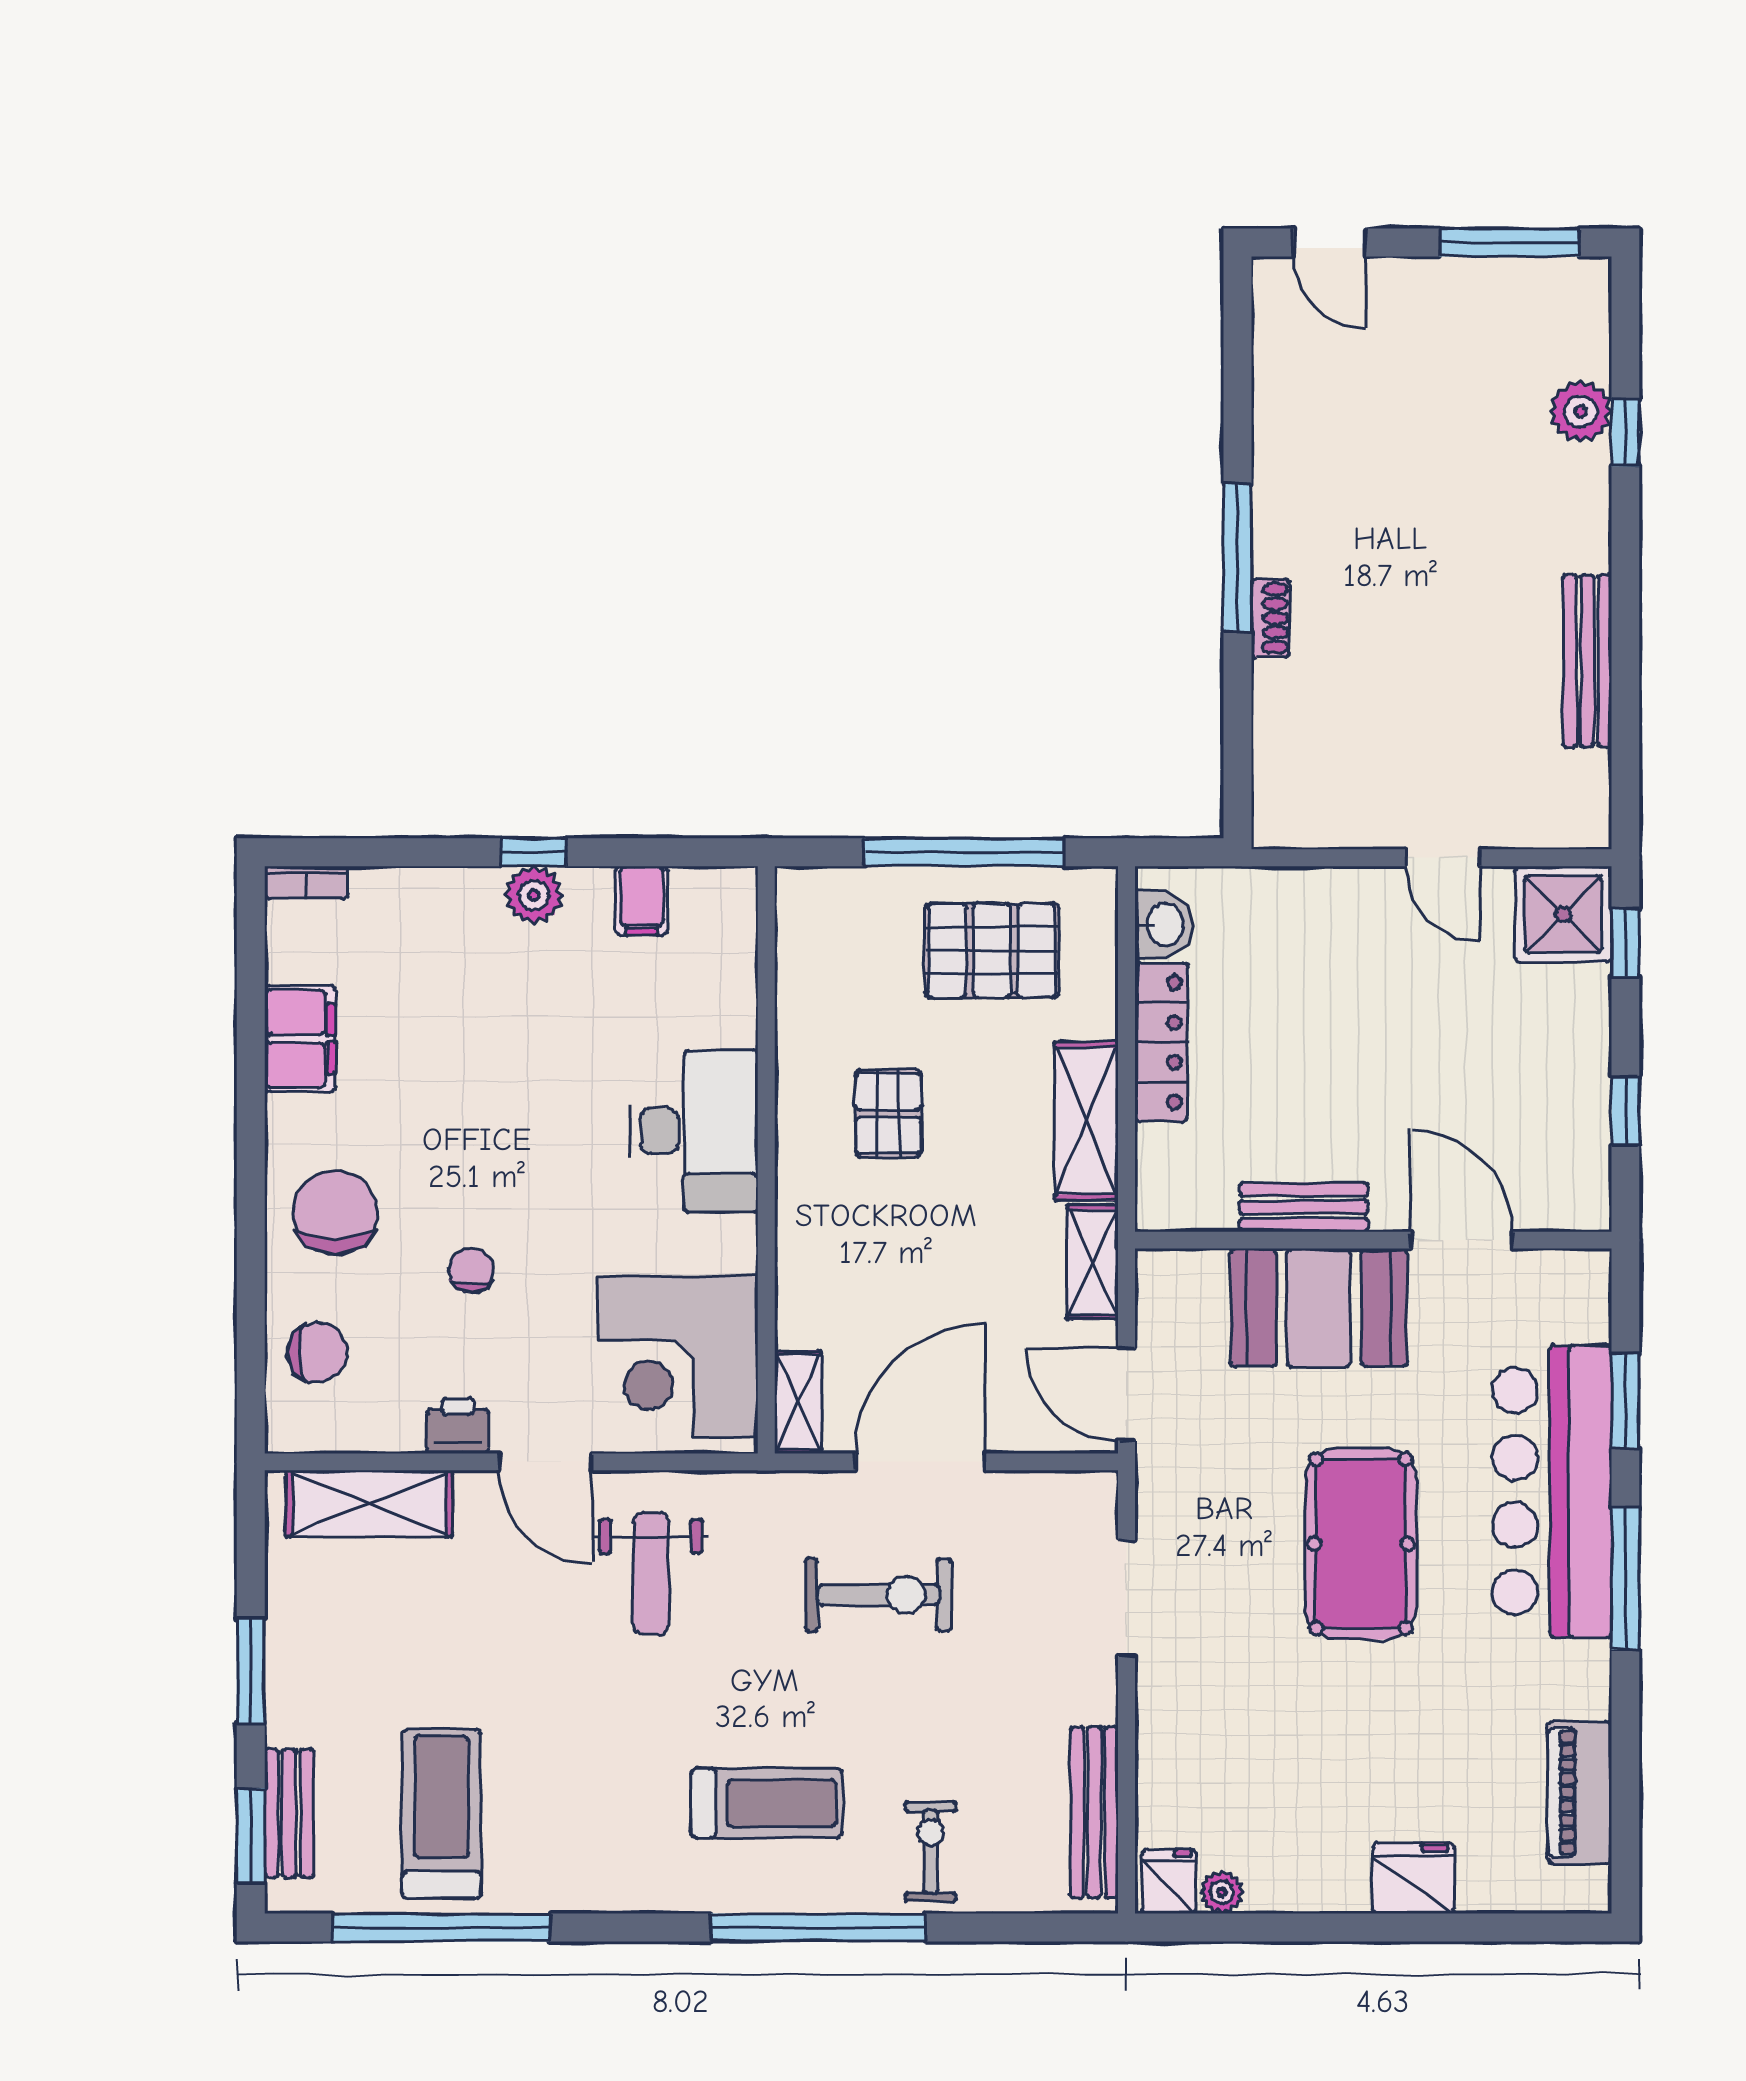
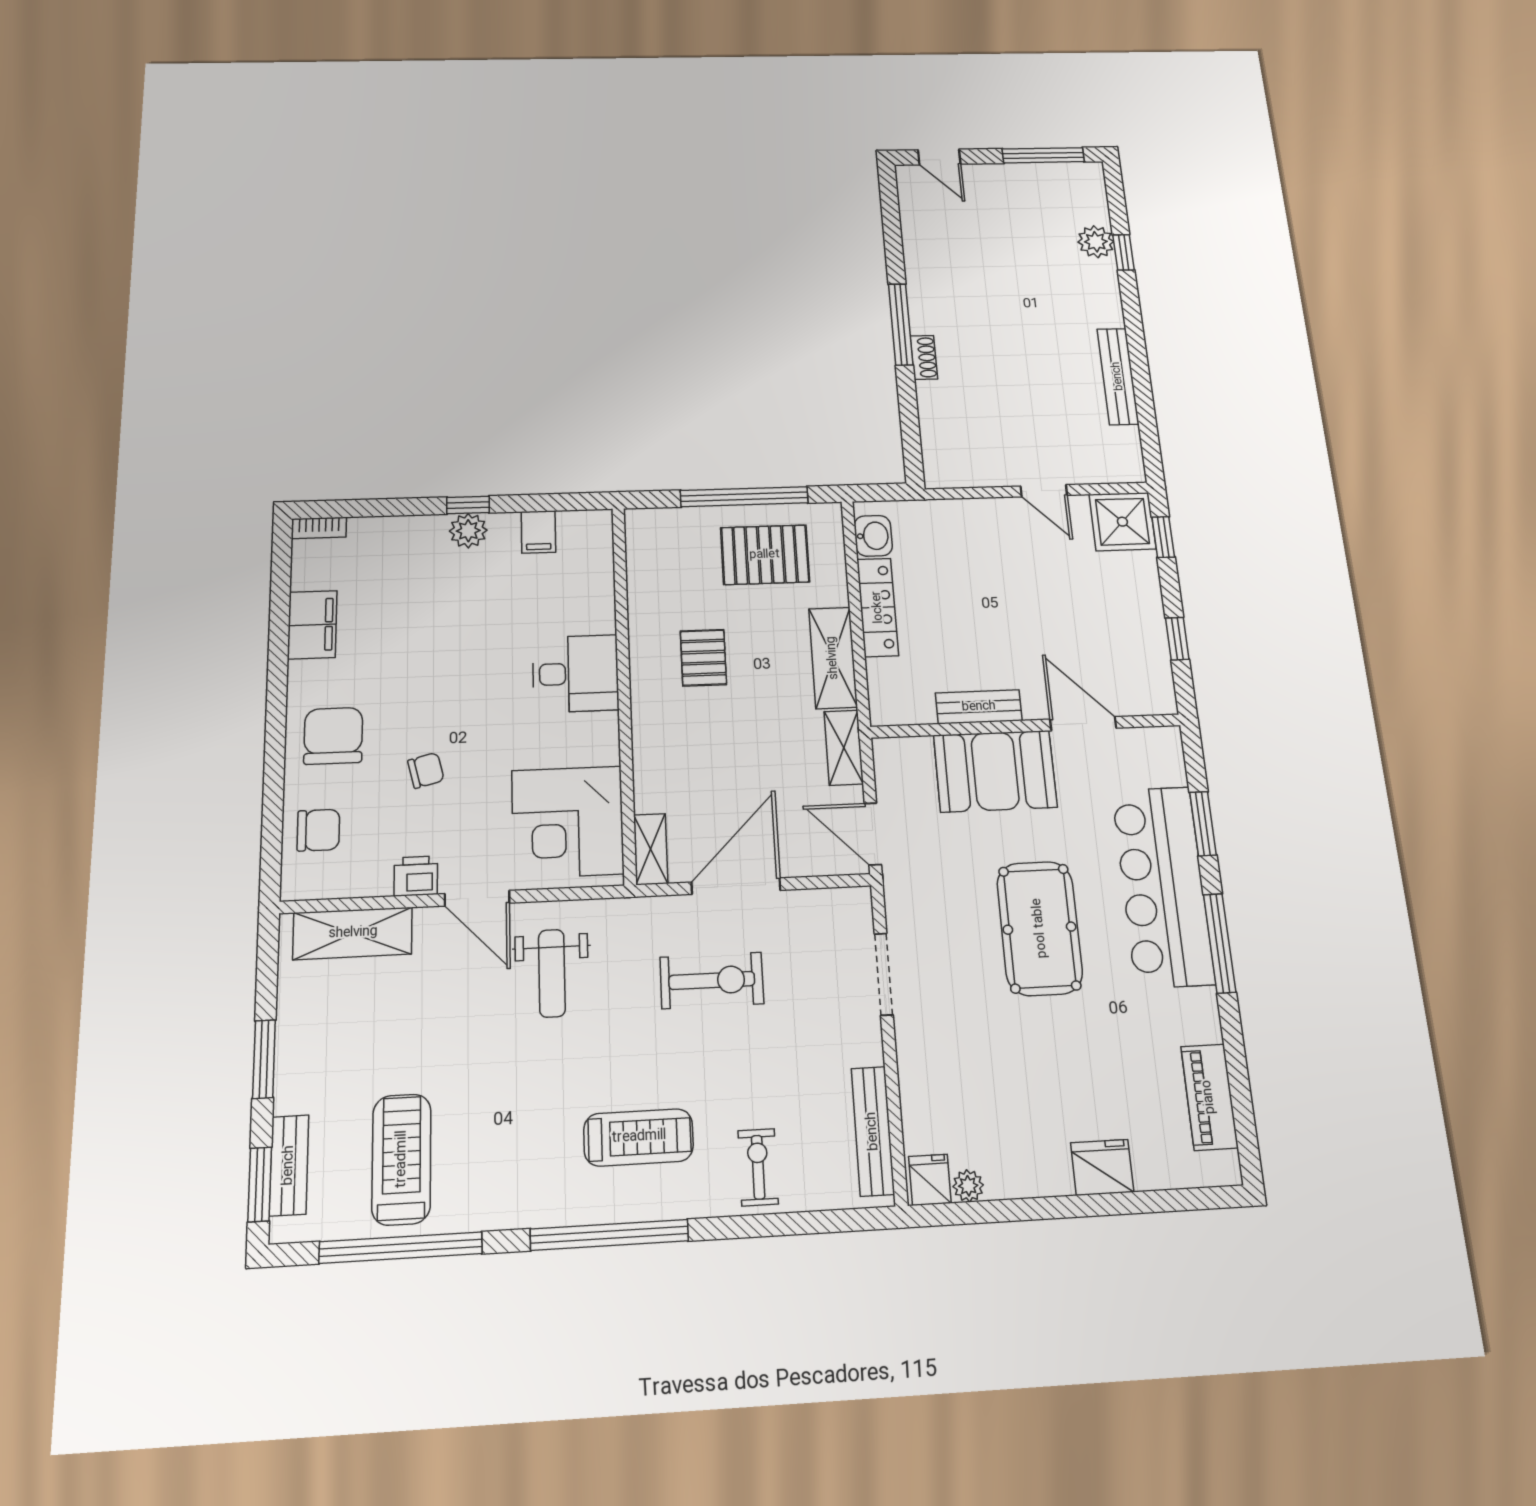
desk: (694, 1131) -> (575, 674), width x0.73
chair: (471, 1271) -> (426, 770), turned 76
window: (818, 1927) -> (609, 1235), moved

